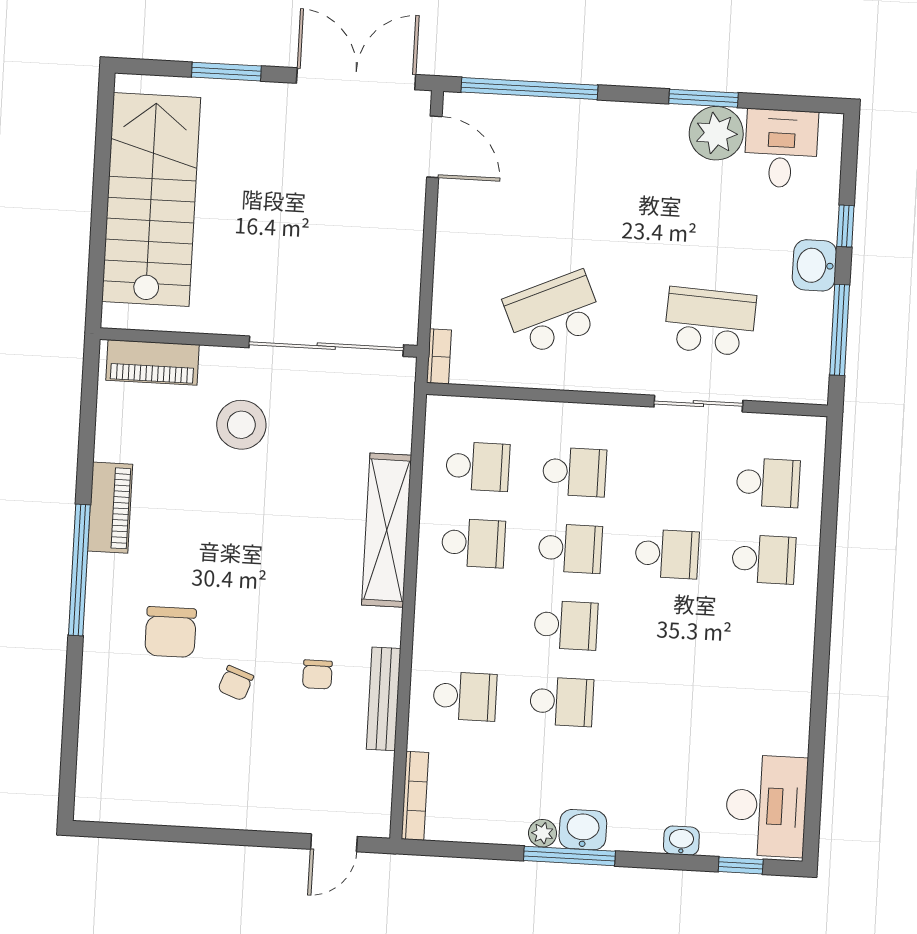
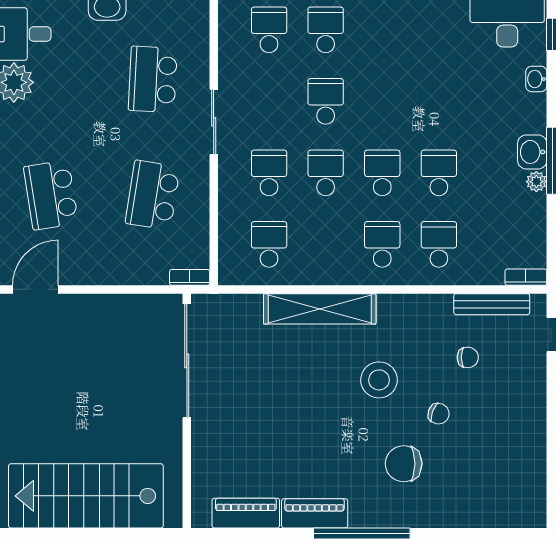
school desk: (561, 175) -> (51, 195), added
school desk: (553, 313) -> (153, 195), turned 33
piano: (153, 362) -> (246, 513), moved, turned -90
sliding door: (698, 404) -> (214, 122), moved
stool: (241, 425) -> (379, 380), moved
school desk: (473, 543) -> (382, 244), moved
chair: (171, 632) -> (404, 464), turned 180
chair: (317, 674) -> (468, 357), moved
bench: (384, 699) -> (492, 304), moved
bookcase: (415, 796) -> (526, 277), width x0.64

